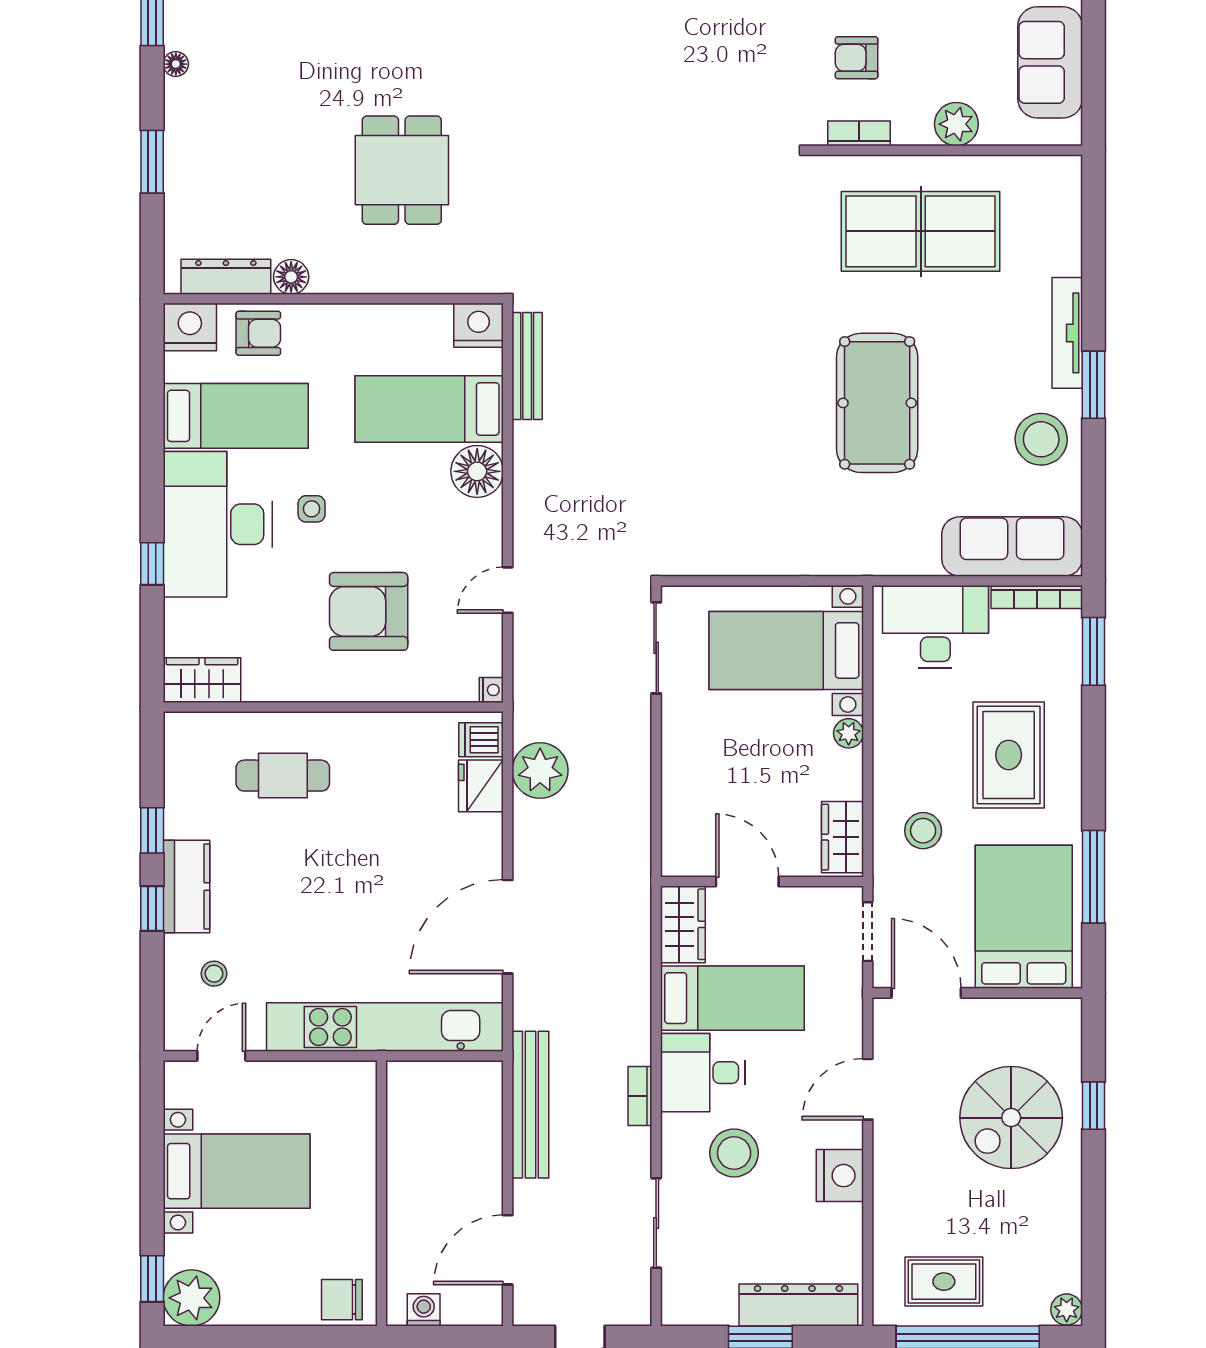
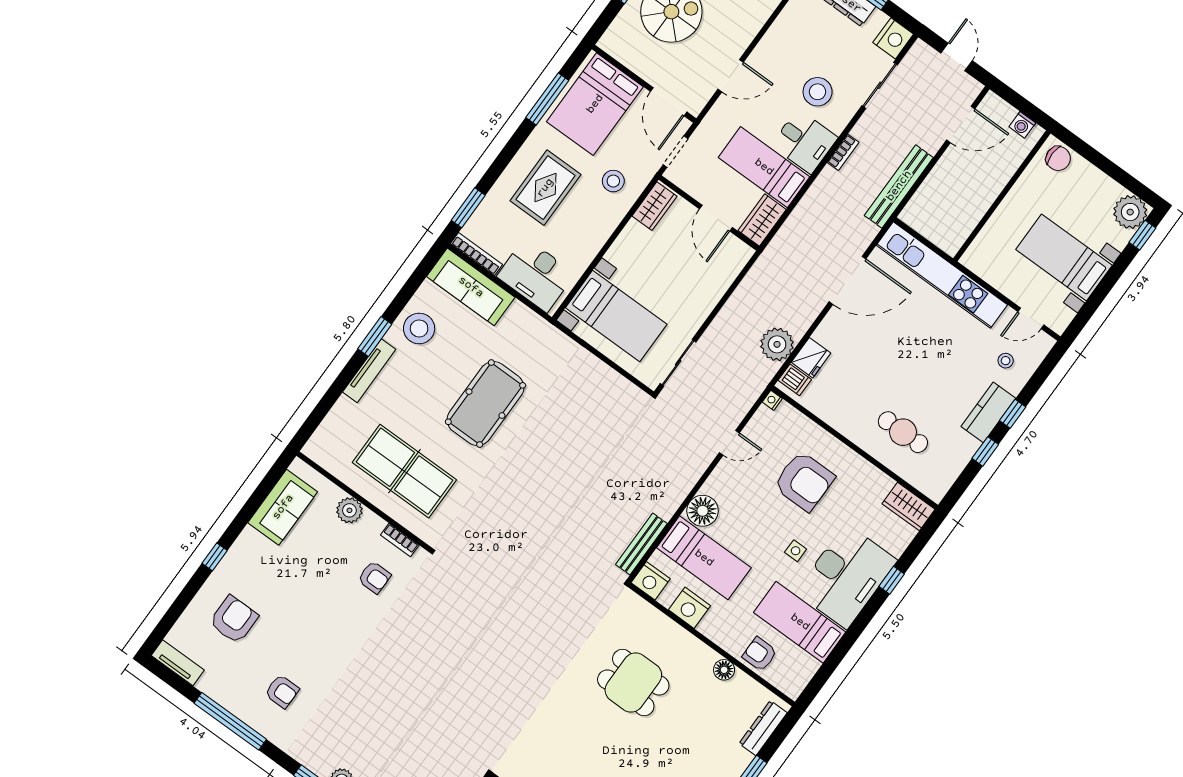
dining table: (402, 170) -> (633, 683), turned 90
dresser: (226, 277) -> (763, 728), moved, turned 90
nightstand: (190, 327) -> (689, 608), moved
plant: (849, 733) -> (615, 254), removed
nightstand: (840, 1176) -> (893, 38), moved, turned 180

